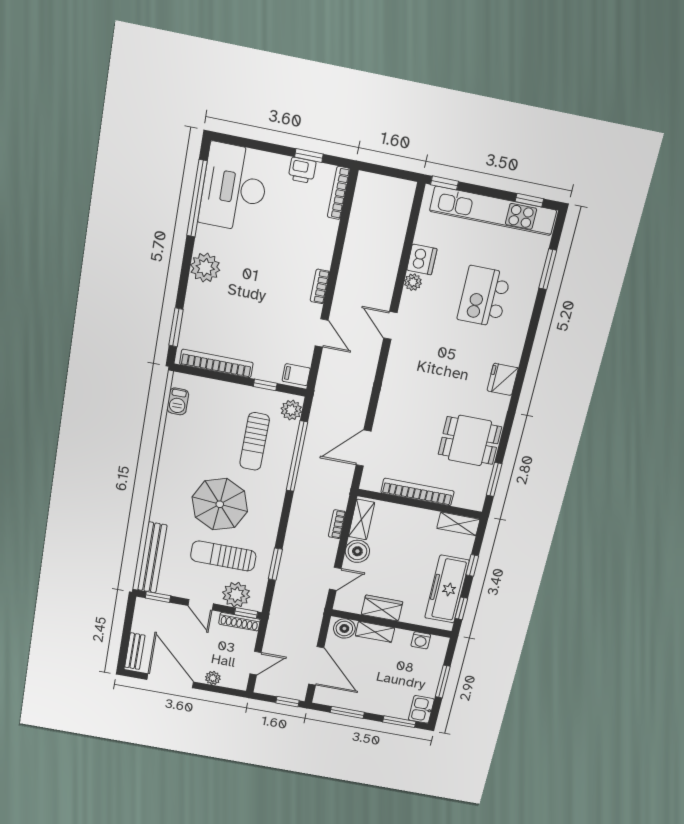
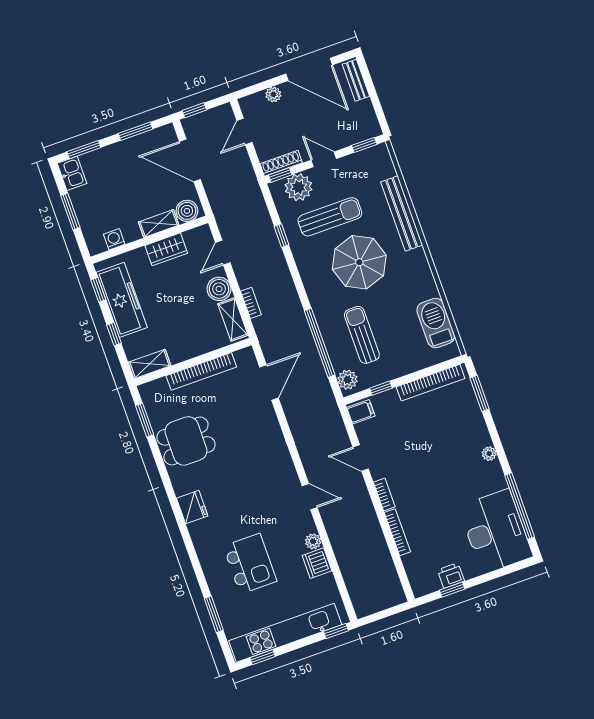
bookcase: (339, 193) -> (397, 532), moved
plant: (205, 268) -> (489, 454), width x0.53, depth x0.53
barbecue: (178, 401) -> (436, 323), width x1.88, depth x1.53
bench: (152, 557) -> (402, 213), moved
window: (275, 564) -> (281, 236), width x0.67

